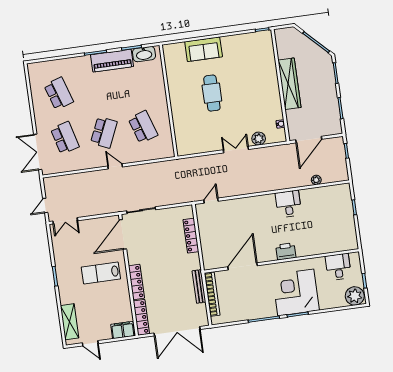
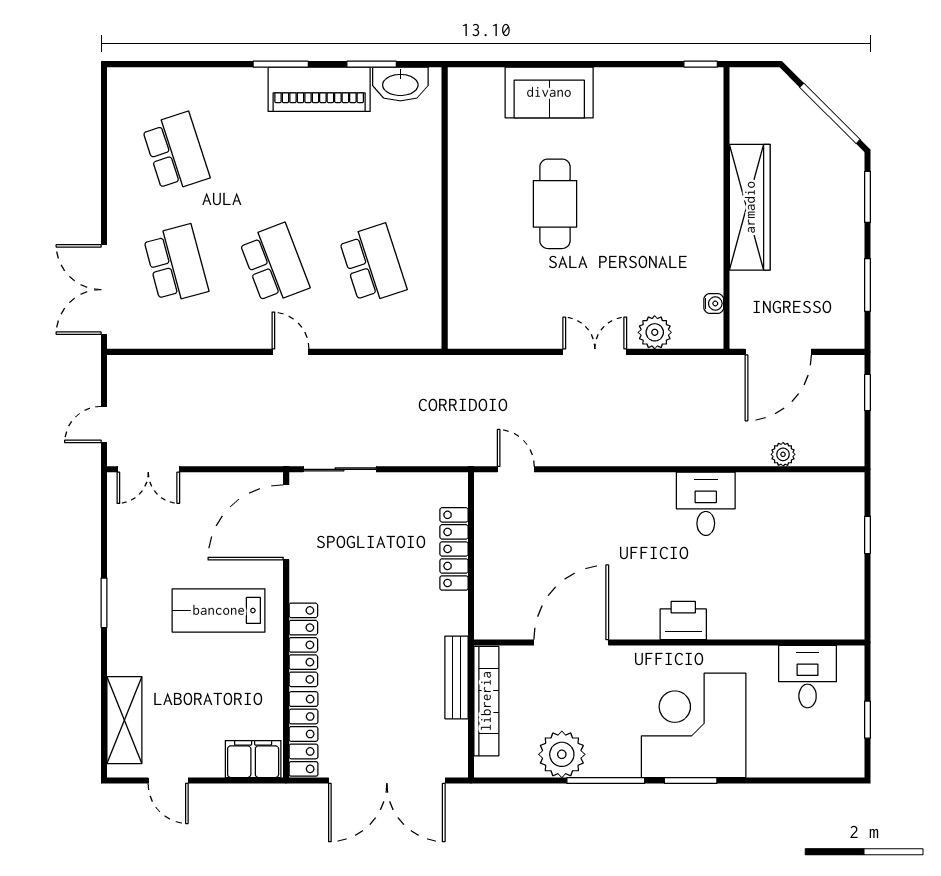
school desk: (104, 132) -> (274, 264), turned -45
door: (211, 201) -> (516, 469), hinge flipped
plant: (355, 296) -> (562, 754), moved

